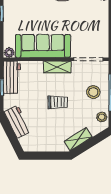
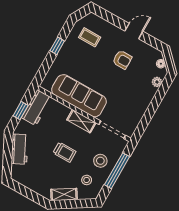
plant: (9, 53) -> (46, 85), removed
stool: (102, 117) -> (87, 180), moved

